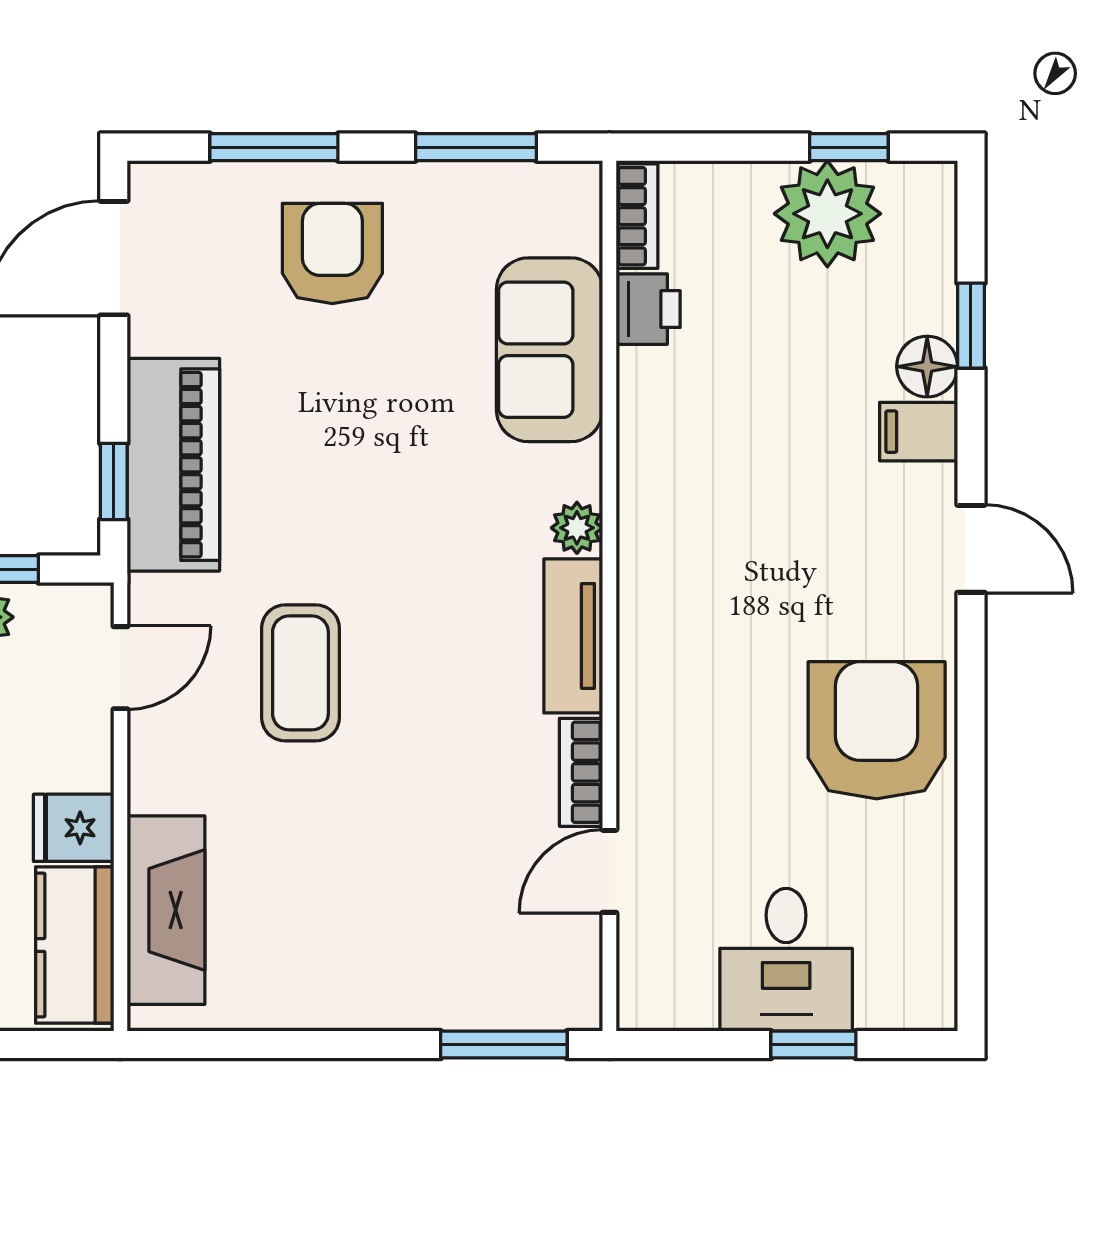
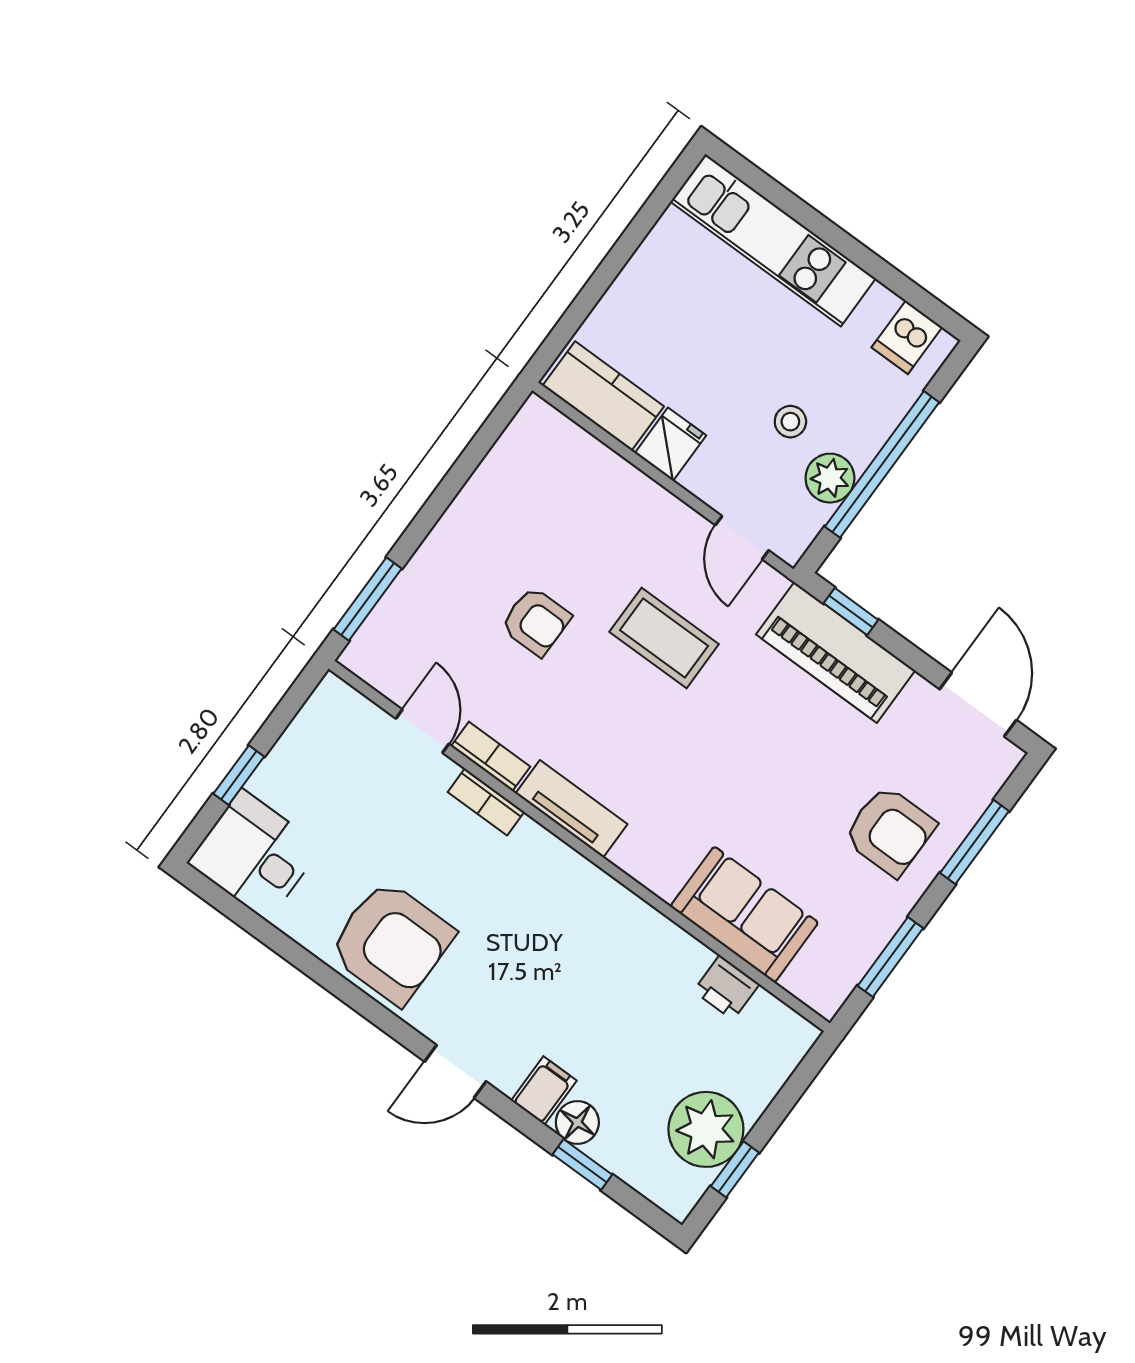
bookcase: (637, 216) -> (486, 802), moved
plant: (577, 528) -> (631, 856), removed
armchair: (389, 833) -> (536, 621), added
fireplace: (166, 910) -> (585, 463), removed
desk: (786, 960) -> (255, 855), moved

